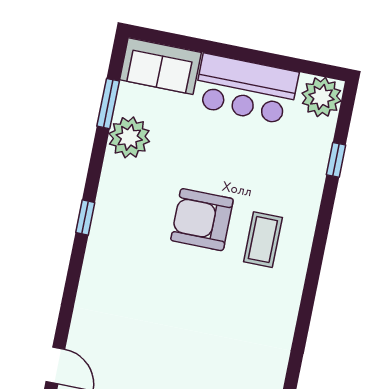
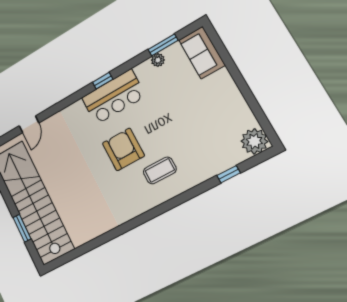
bar counter: (246, 89) -> (113, 97), moved, turned -90
plant: (129, 137) -> (158, 60), width x0.53, depth x0.53
armchair: (202, 220) -> (123, 149), moved

